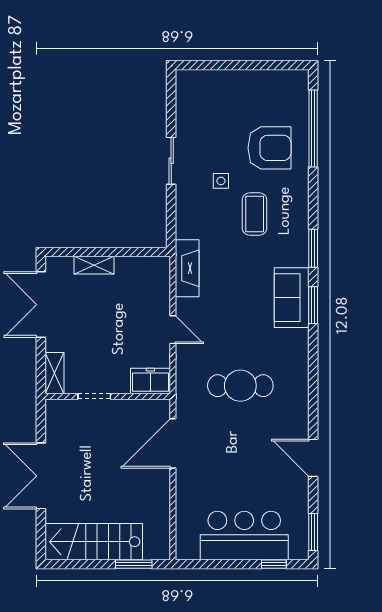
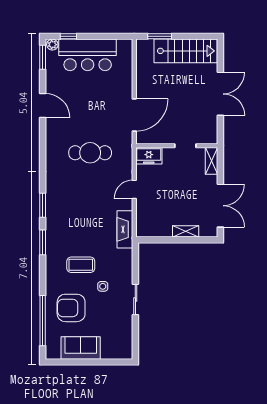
coffee table: (255, 214) -> (81, 265), turned 90
sofa: (292, 298) -> (81, 348), moved, turned -90
door: (173, 330) -> (134, 189), hinge flipped
plant: (298, 551) -> (52, 45), added

